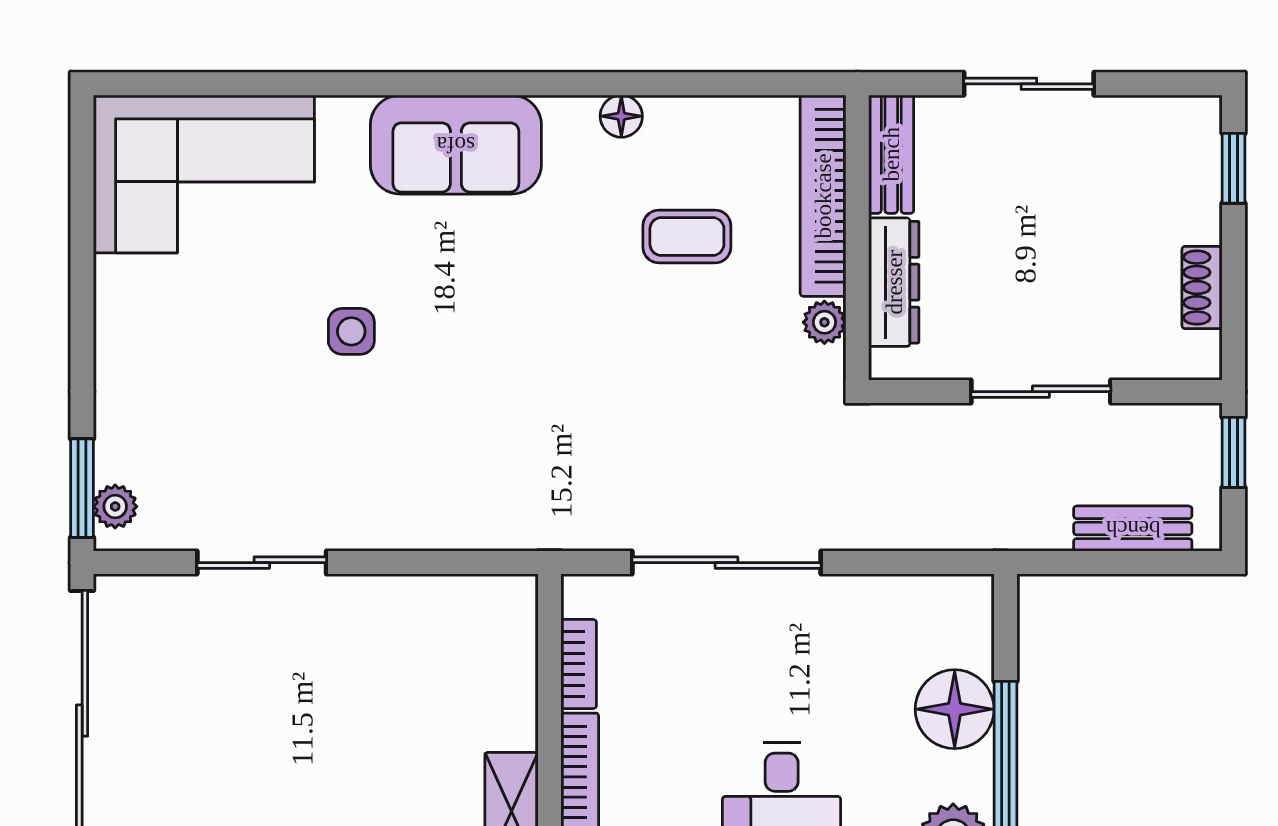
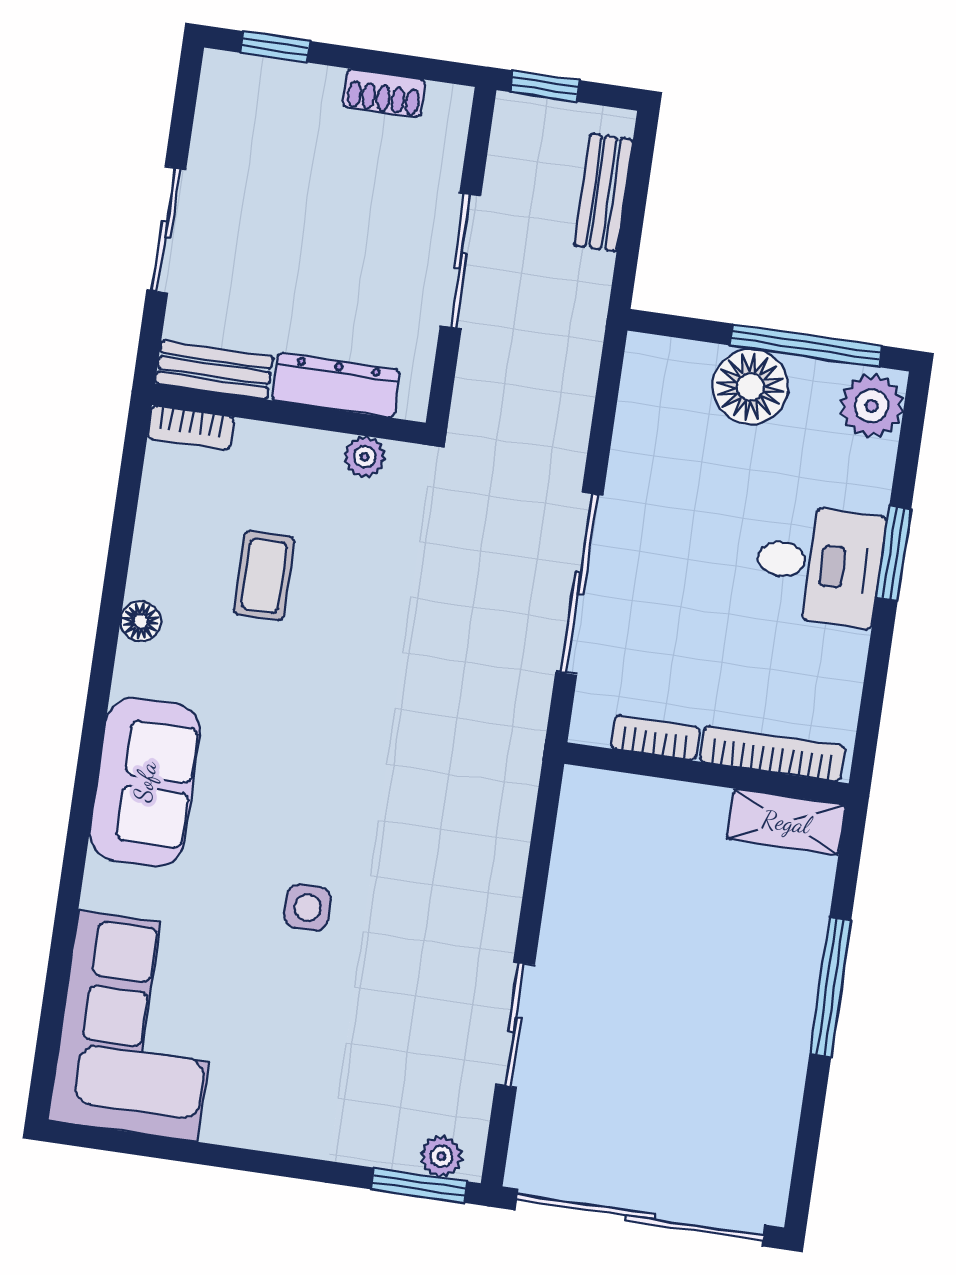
bookcase: (823, 196) -> (191, 428), width x0.43, depth x0.76

